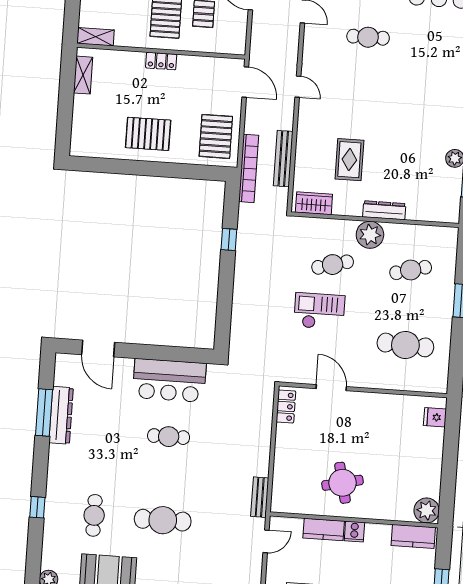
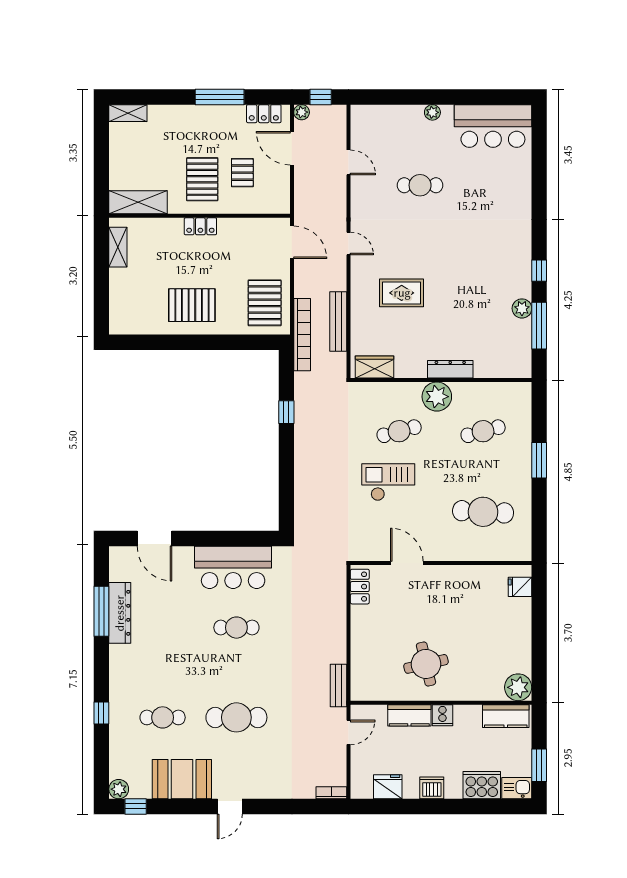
shelving: (96, 37) -> (138, 202), width x1.50, depth x1.33
rug: (349, 160) -> (402, 293), moved, turned 90
cafe table: (94, 515) -> (163, 717), turned 90

